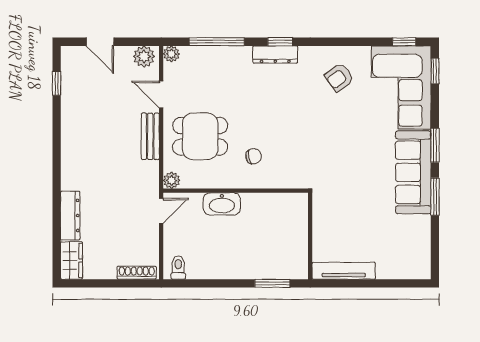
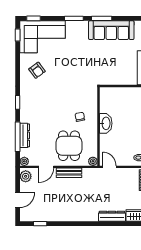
dresser: (275, 55) -> (25, 135), moved
sofa: (413, 172) -> (111, 30), moved
washbasin: (222, 204) -> (106, 123), moved

